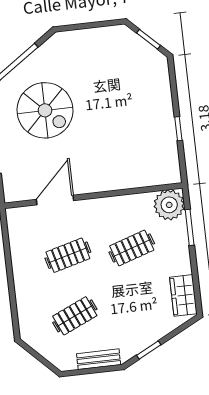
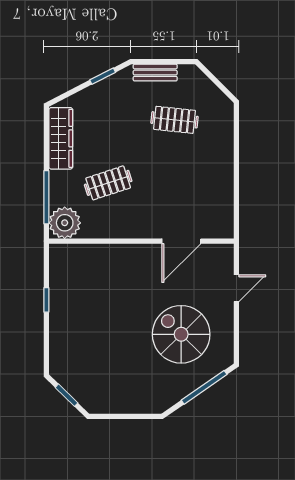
window: (190, 227) -> (46, 197), width x1.44
clothes rail: (68, 255) -> (175, 183), removed
wardrobe: (183, 295) -> (61, 138), width x1.50
clothes rail: (75, 316) -> (175, 120), turned 30

